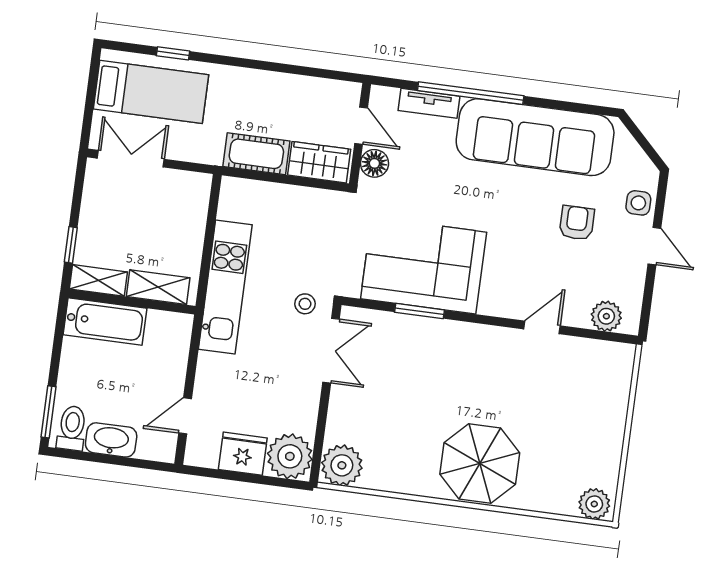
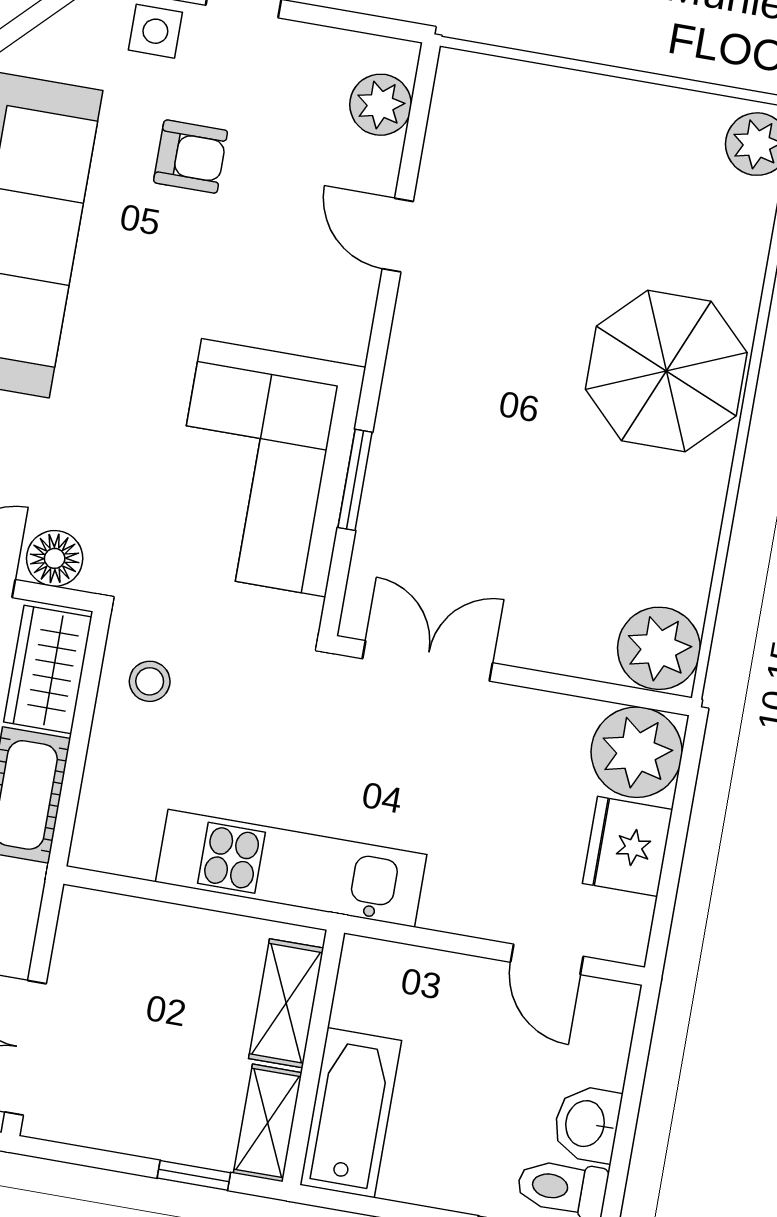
armchair: (577, 223) -> (191, 157), turned 180
stool: (305, 304) -> (150, 681), moved
washbasin: (111, 440) -> (587, 1124), width x0.72

